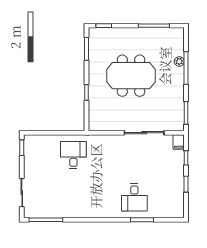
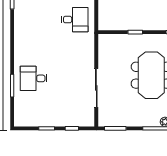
filing cabinet: (179, 142) -> (87, 121), removed

